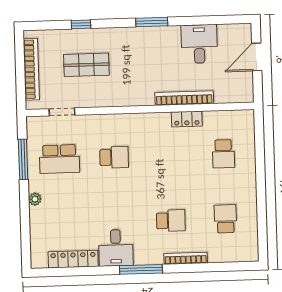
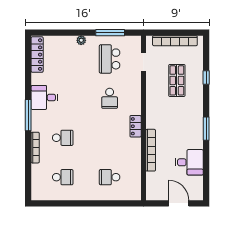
locker: (187, 119) -> (136, 126), moved
school desk: (171, 221) -> (63, 138), turned -90
locker: (73, 259) -> (37, 55), moved

